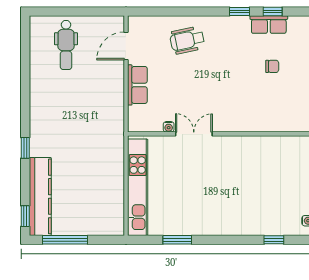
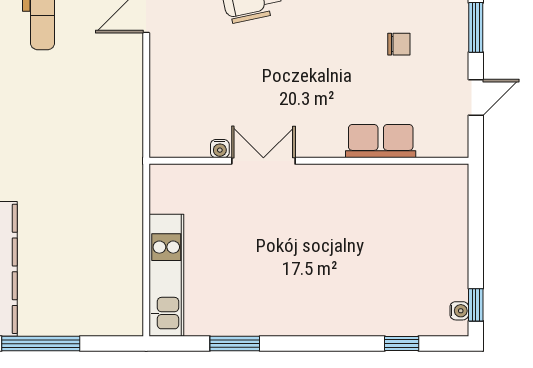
row of seats: (137, 85) -> (381, 141), moved, turned -90
kitchen unit: (138, 187) -> (166, 275), width x0.73

